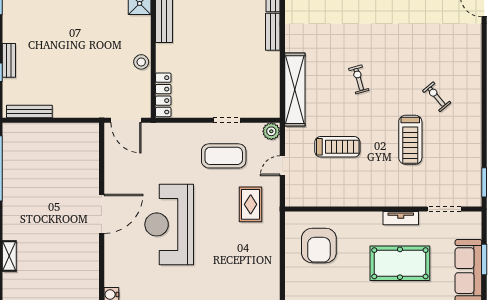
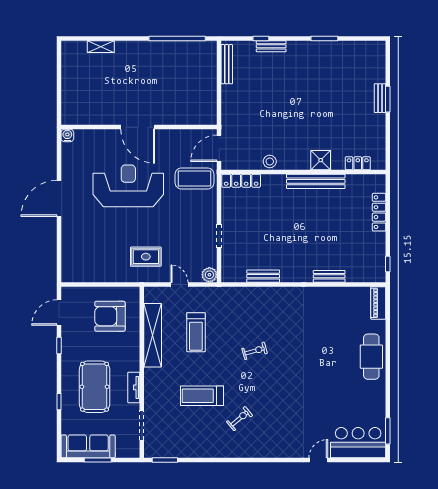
bench: (273, 32) -> (263, 276), moved
shelving: (295, 90) -> (153, 335), moved, turned 90
coffee table: (224, 156) -> (195, 178), moved, turned 90

